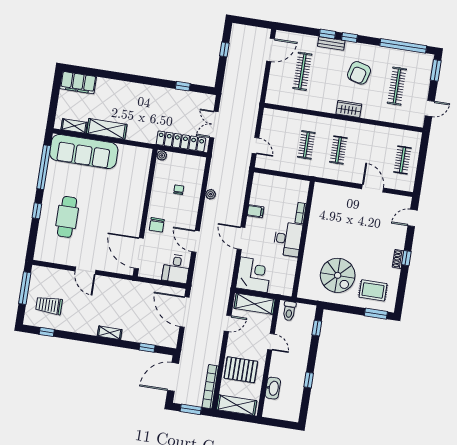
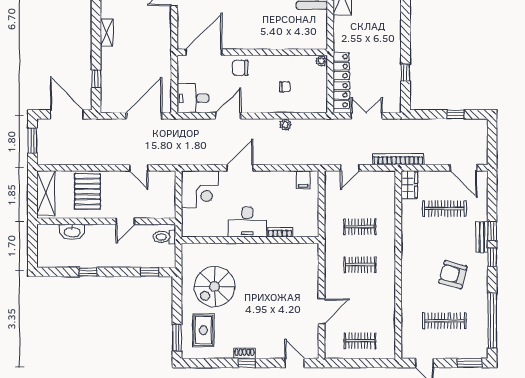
wardrobe: (349, 109) -> (409, 185), moved
filing cabinet: (255, 211) -> (303, 180), moved
shelving: (255, 304) -> (166, 196), removed
bookcase: (210, 387) -> (398, 159), moved

